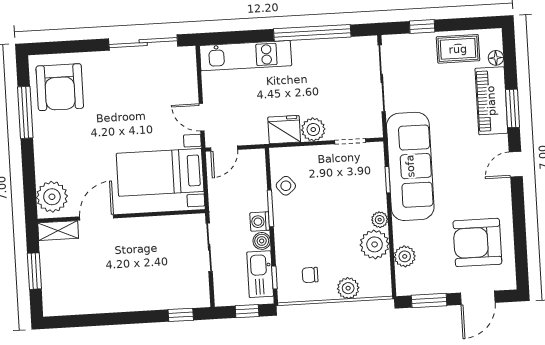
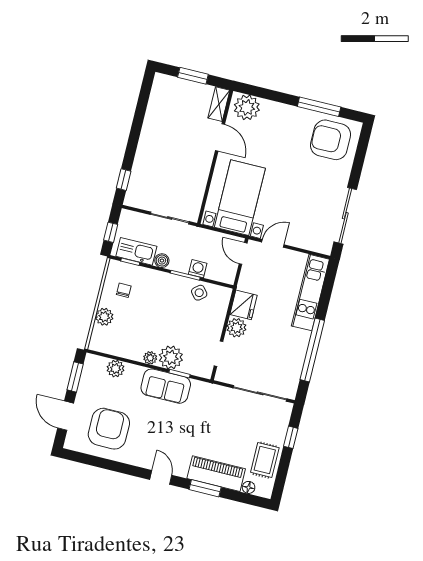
sofa: (410, 166) -> (166, 386), width x0.54, depth x0.79
washing machine: (260, 222) -> (198, 269), moved
plant: (375, 244) -> (171, 357), moved

